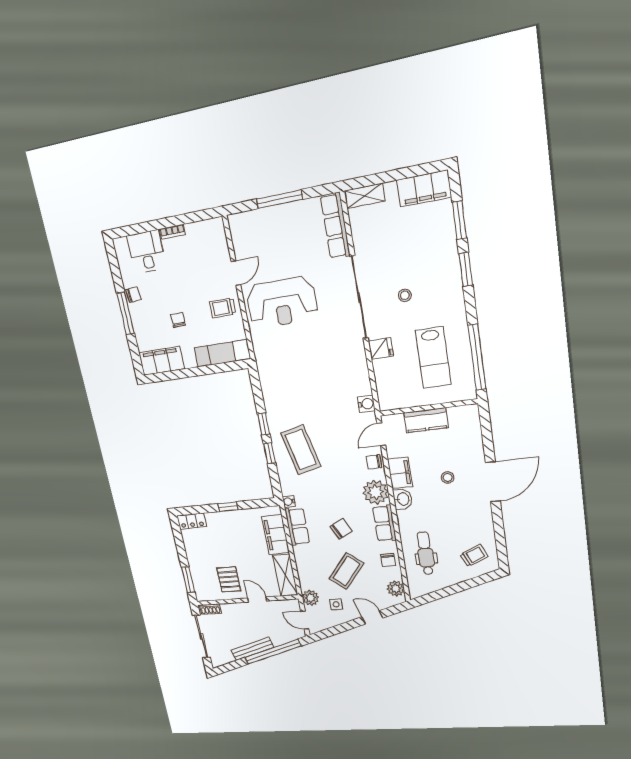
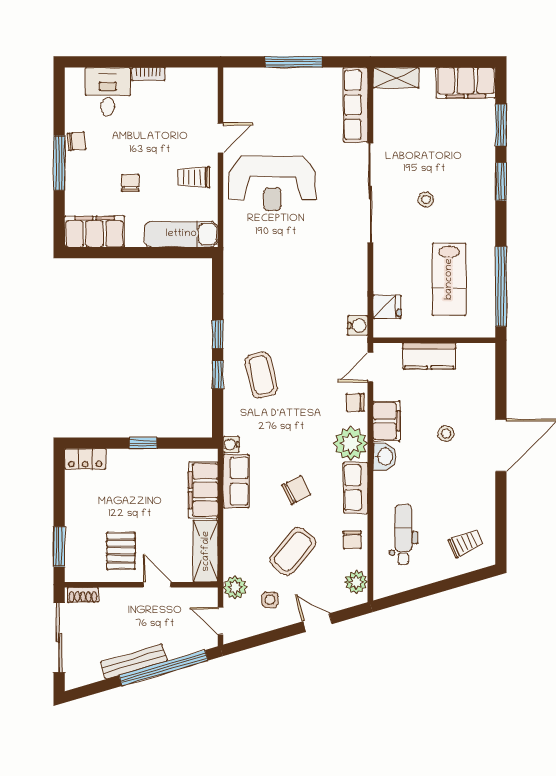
fridge: (381, 348) -> (387, 307), moved
coffee table: (301, 450) -> (261, 375), width x0.73, depth x0.76

